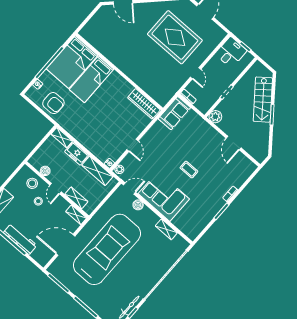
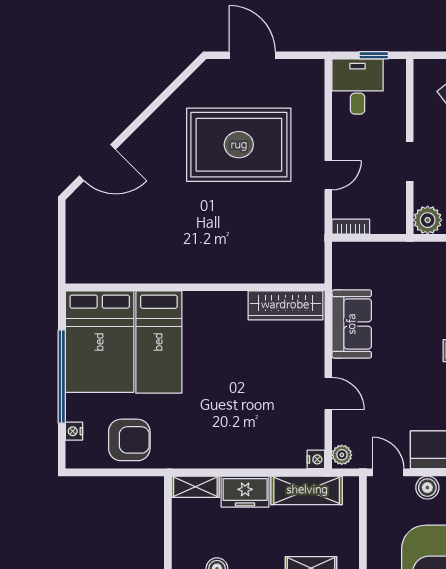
door: (196, 73) -> (328, 175), hinge flipped
sofa: (174, 113) -> (352, 324), moved
door: (130, 189) -> (388, 472), hinge flipped

